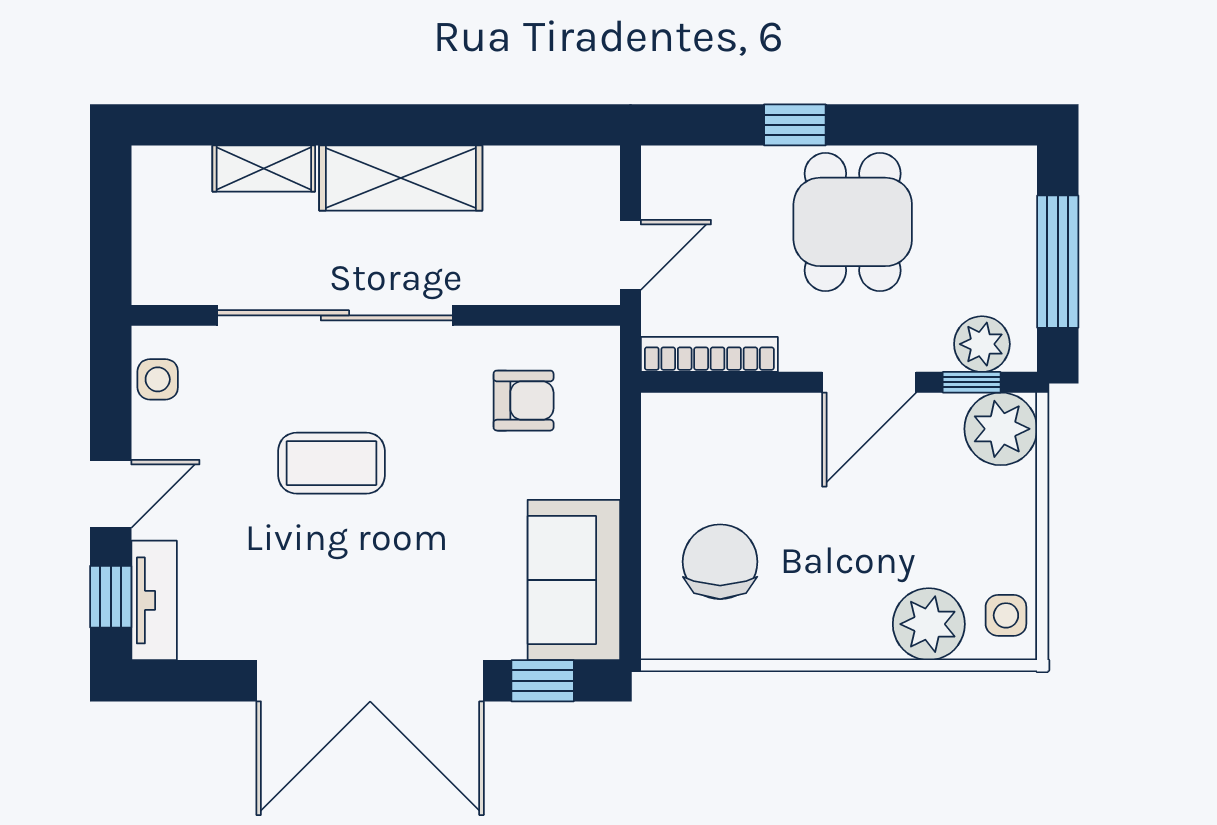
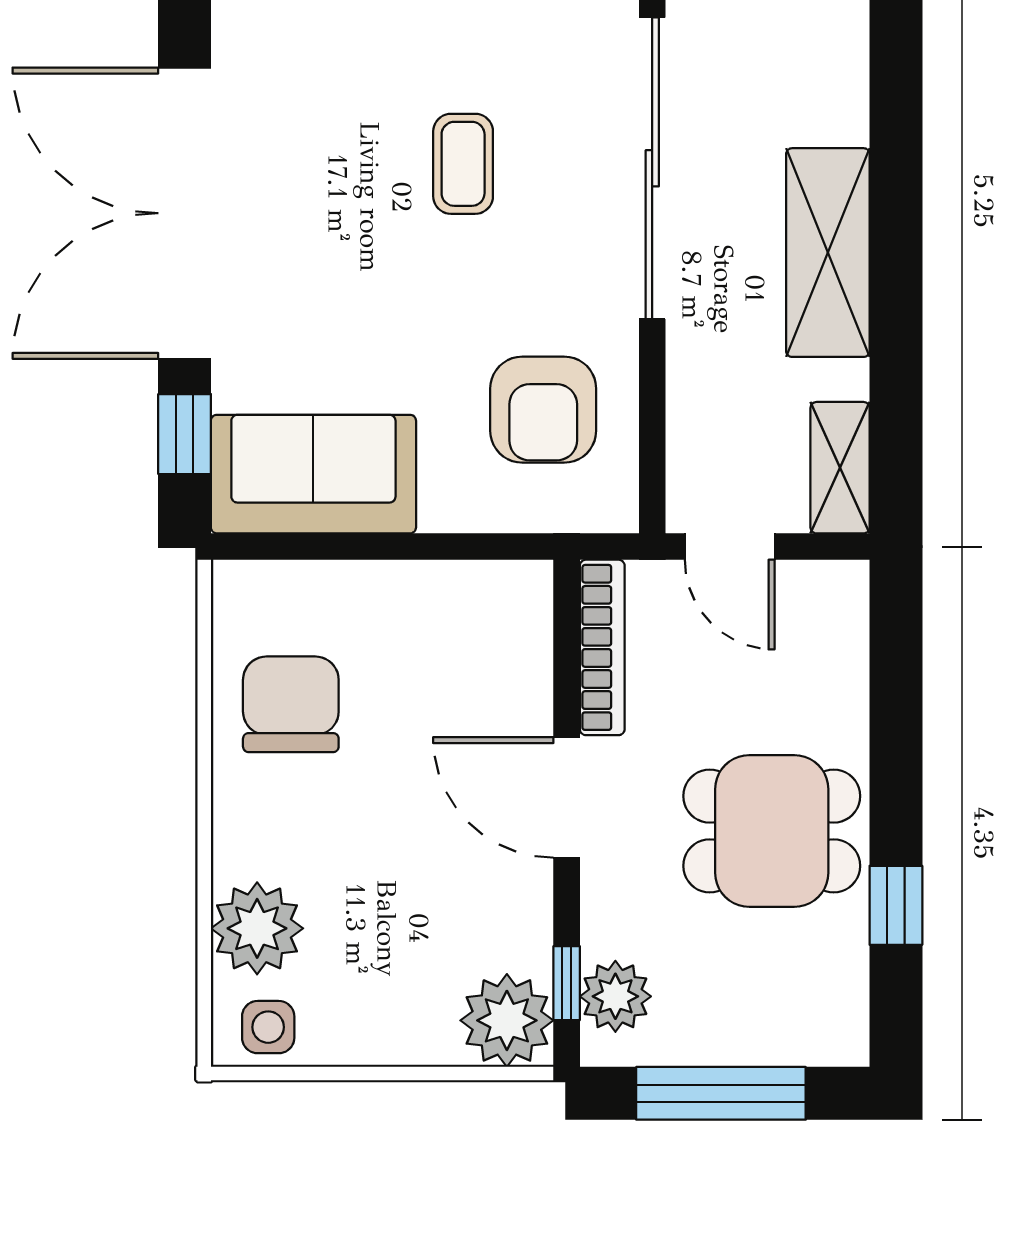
window: (795, 125) -> (896, 905), moved
shelving: (264, 169) -> (840, 468), moved
door: (869, 382) -> (567, 797), moved
armchair: (524, 401) -> (543, 410), width x1.38, depth x1.38
coffee table: (331, 463) -> (463, 164), width x0.73, depth x0.77
chair: (720, 562) -> (291, 704), moved, turned -90

